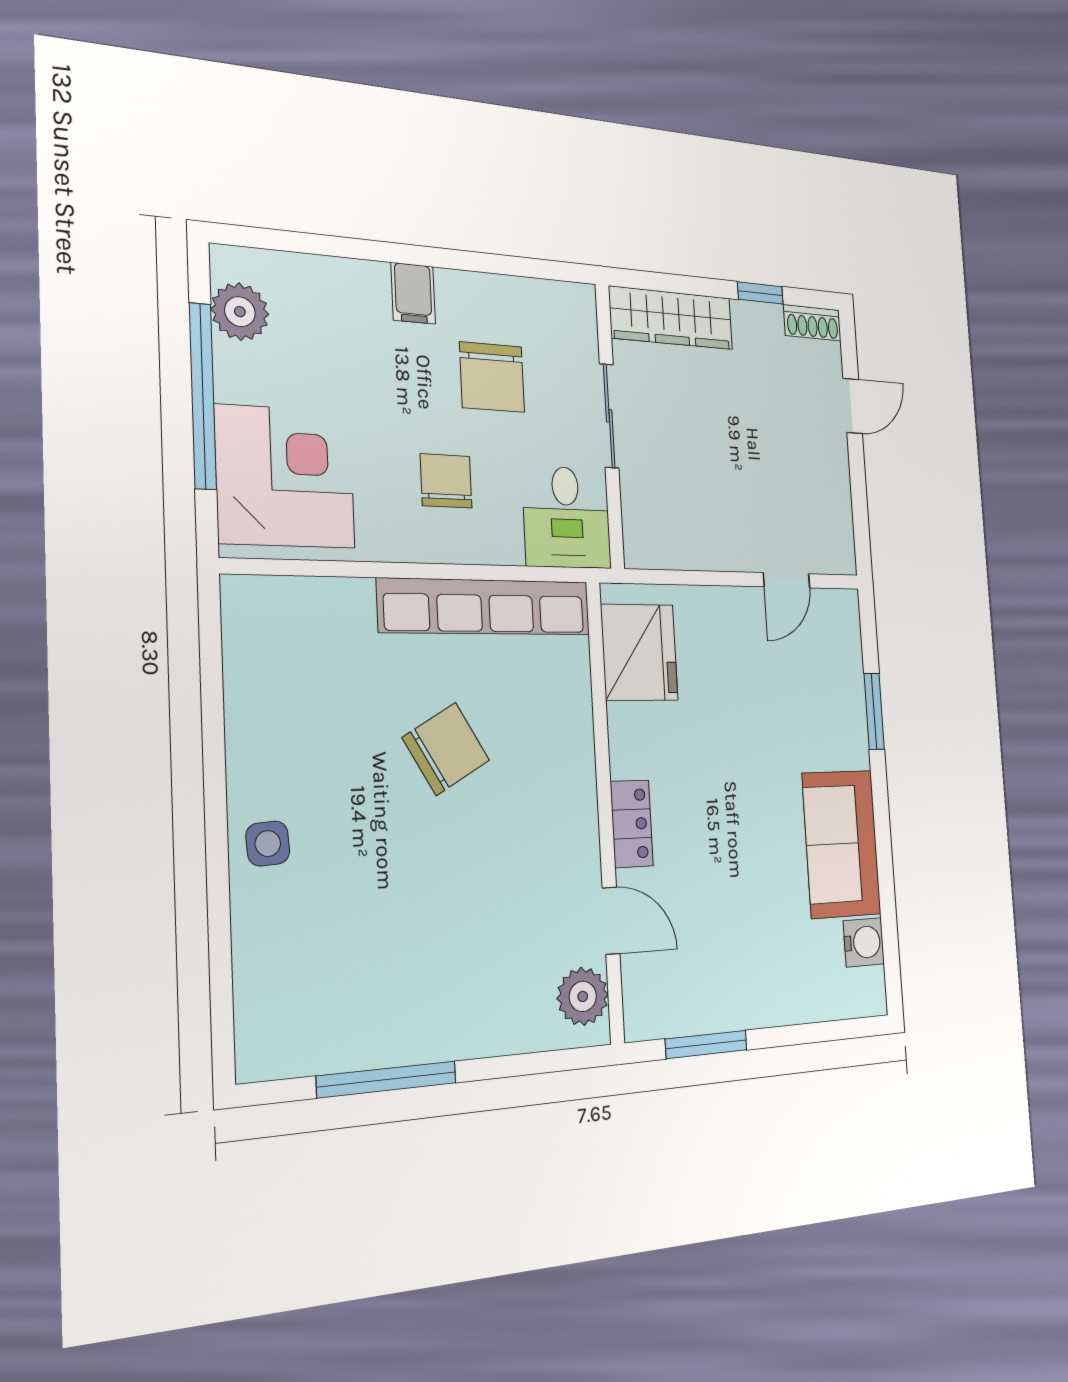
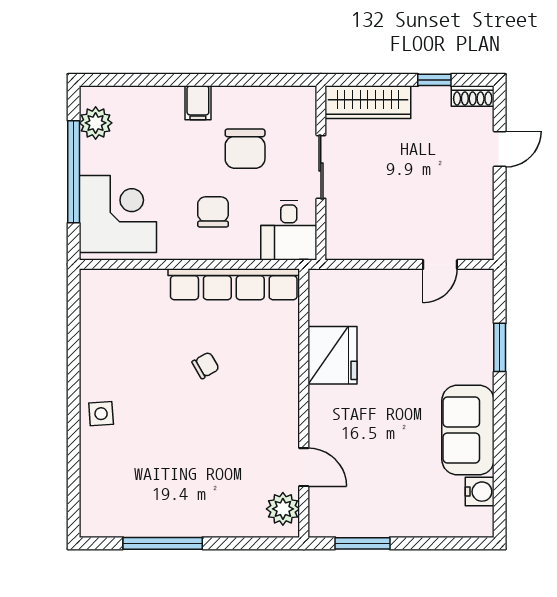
fridge: (639, 652) -> (332, 355), moved
chair: (446, 749) -> (206, 365), width x0.54, depth x0.54
locker: (632, 824) -> (321, 412), removed

